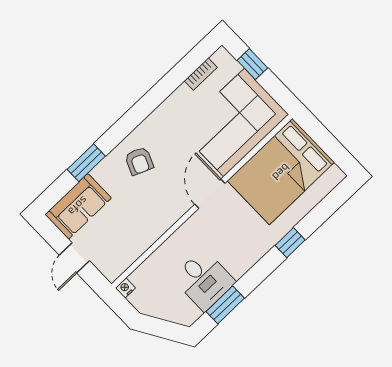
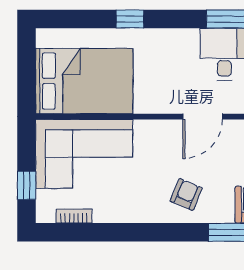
door: (210, 194) -> (203, 117), moved

